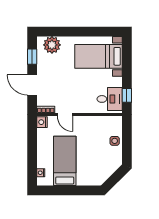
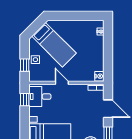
door: (65, 115) -> (62, 83), moved
window: (127, 135) -> (25, 65), added
bed: (65, 161) -> (54, 45), moved, turned -45

